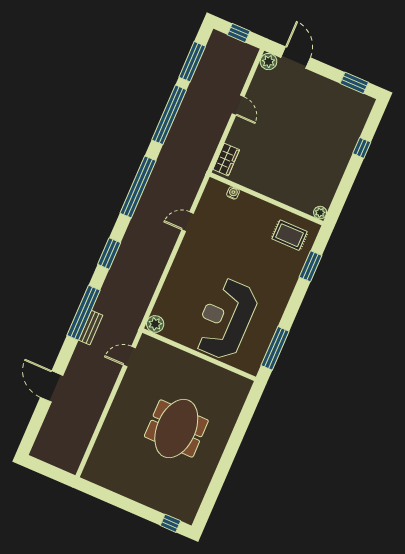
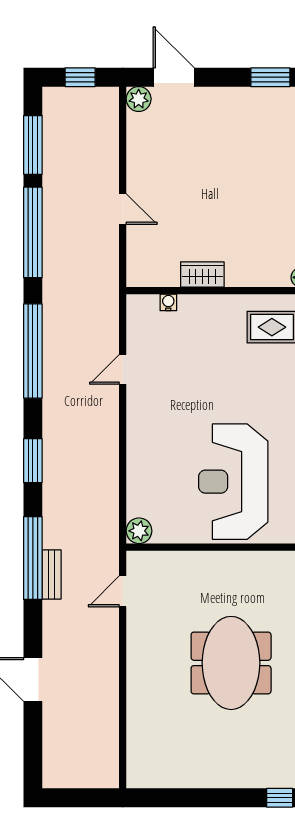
door: (238, 105) -> (123, 209), moved
wardrobe: (226, 160) -> (202, 274), moved, turned -90

